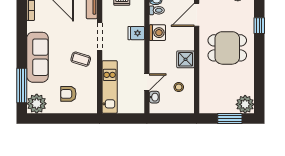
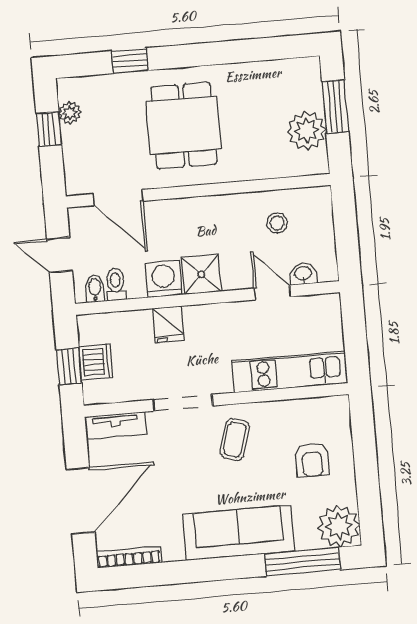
shower: (186, 59) -> (201, 274), moved
plant: (245, 104) -> (307, 131), moved

